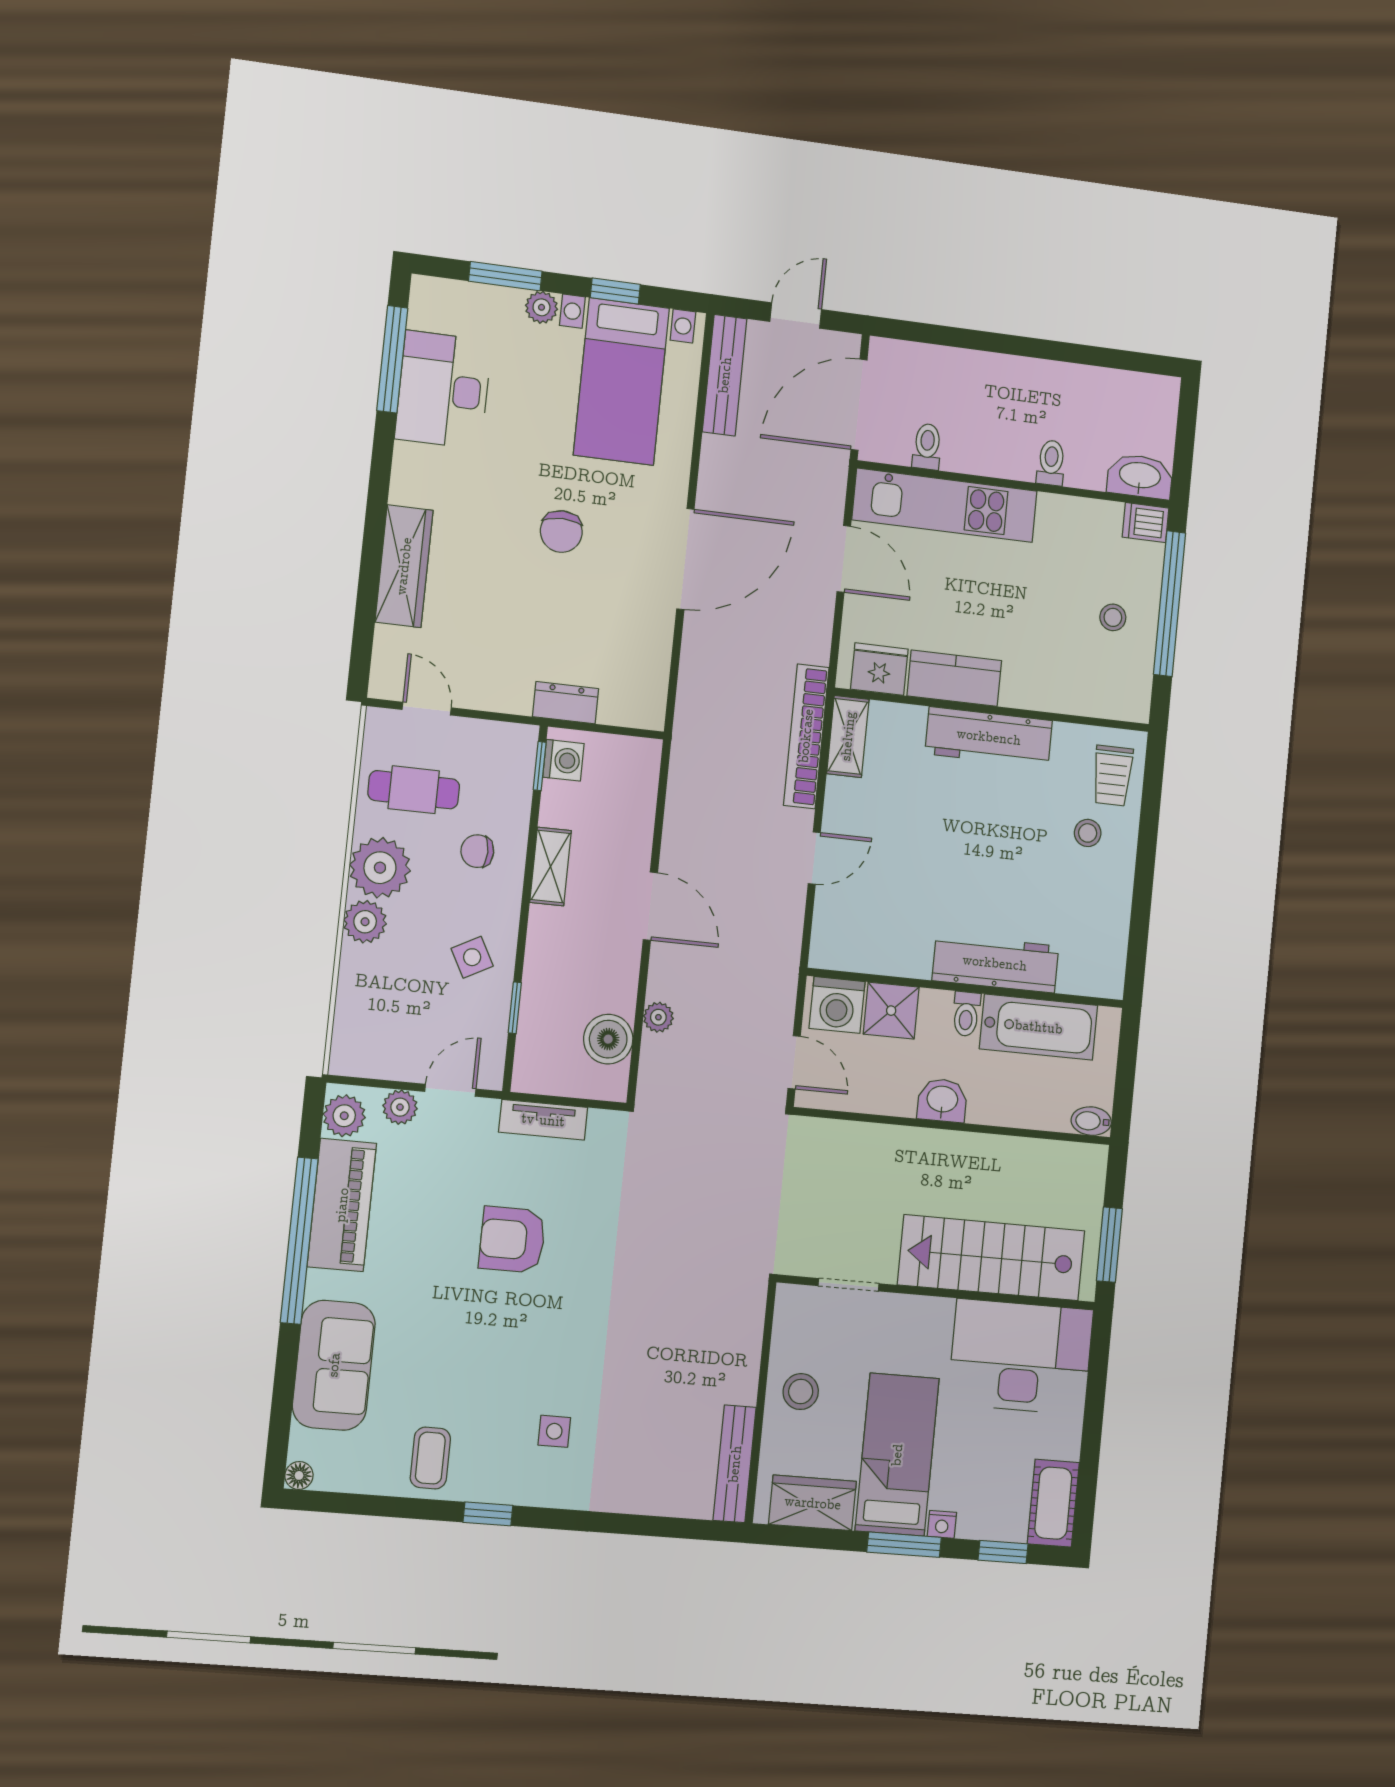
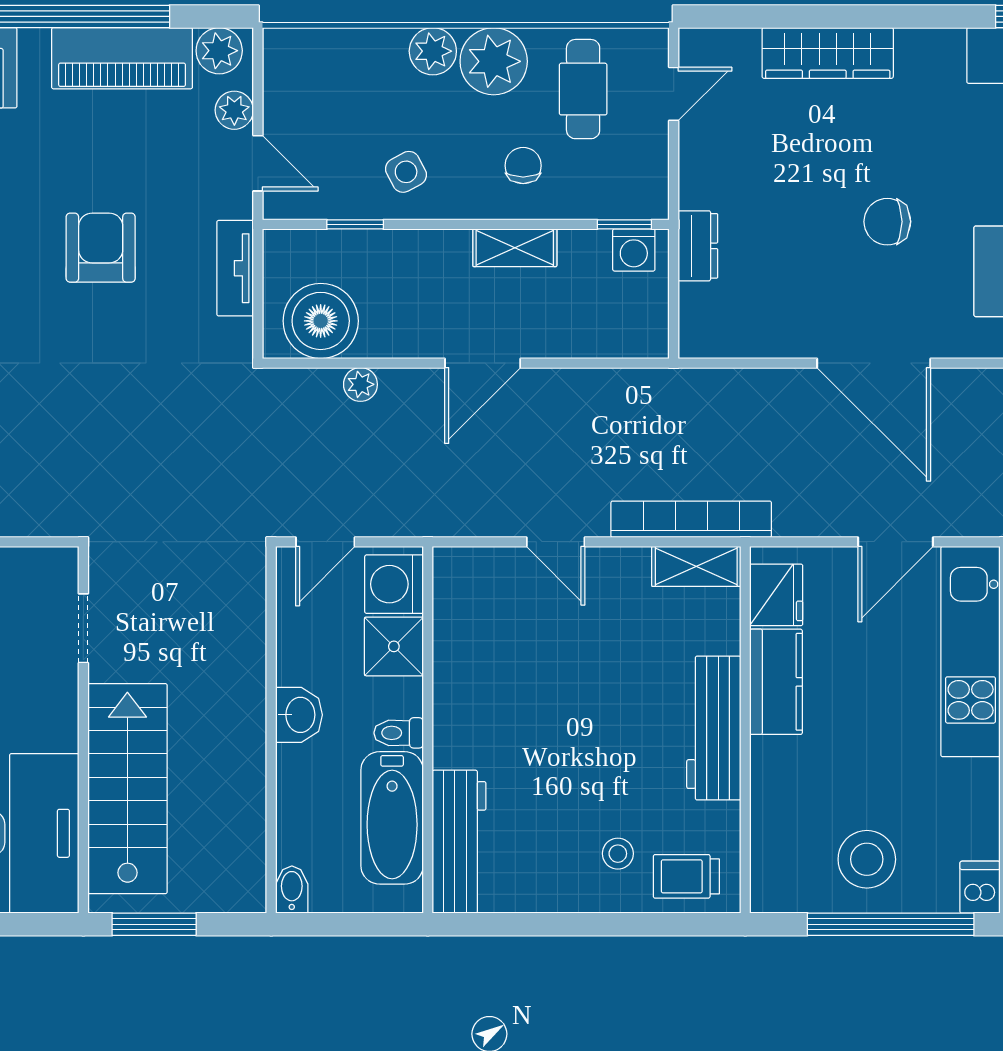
stool: (1113, 617) -> (867, 859), width x1.89, depth x1.89
workbench: (995, 963) -> (459, 842), moved
boiler: (608, 1039) -> (321, 321), width x1.37, depth x1.37

